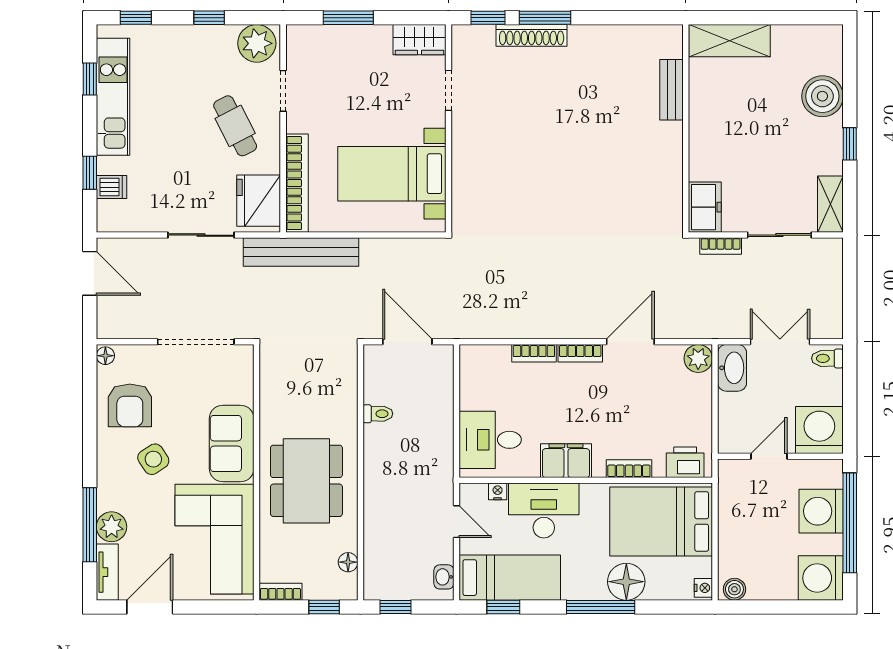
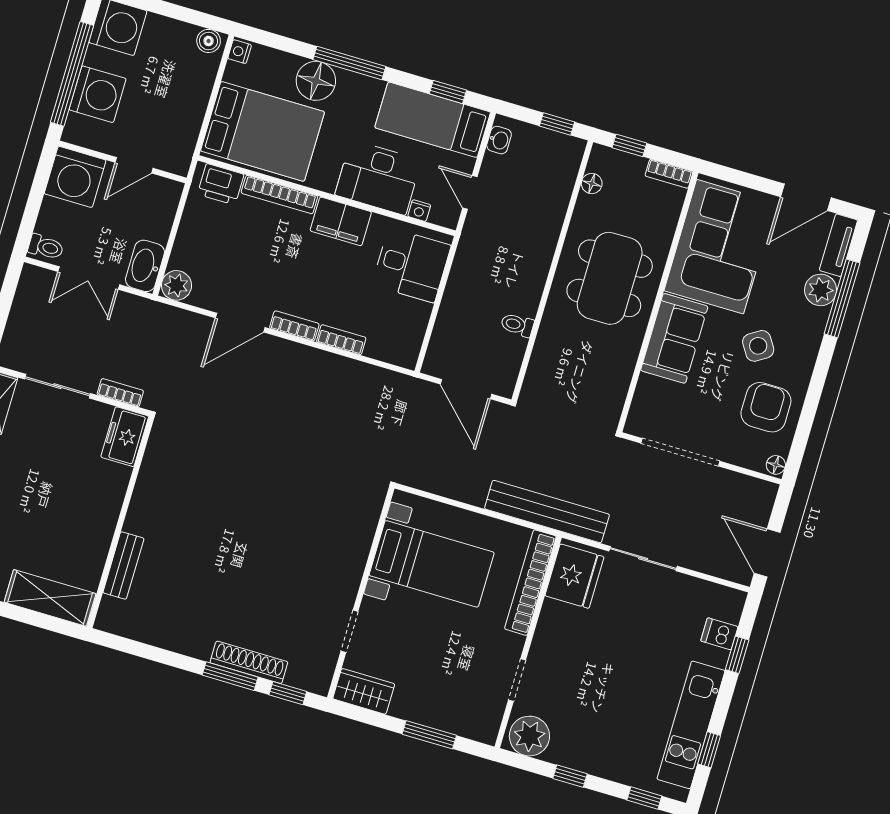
cafe table: (235, 126) -> (576, 659), removed
bookcase: (629, 469) -> (279, 195), width x1.56

